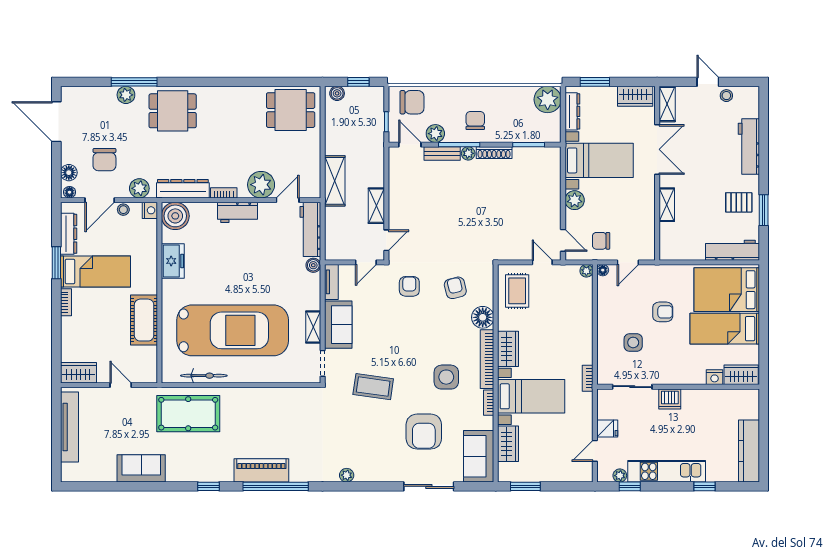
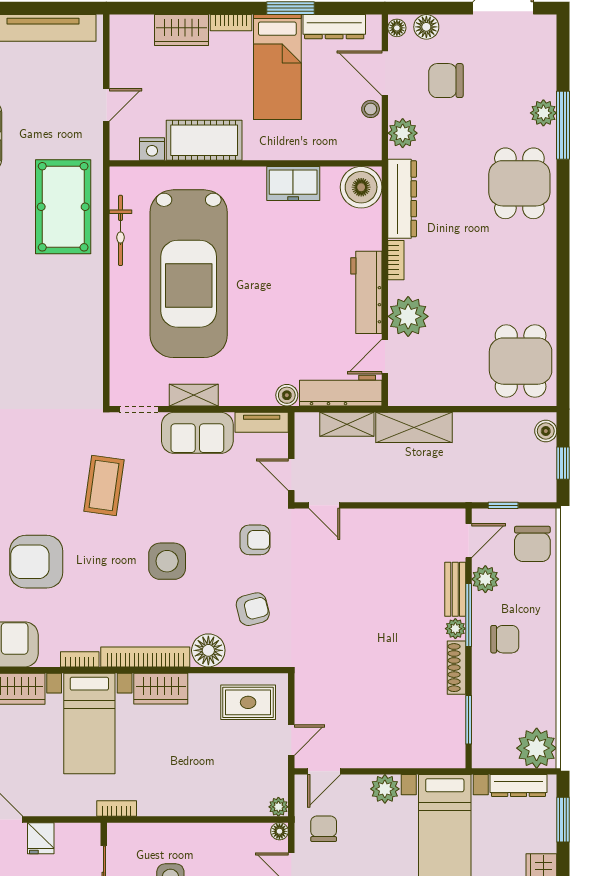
door: (288, 200) -> (385, 356), swing flipped
shelving: (376, 206) -> (347, 424), moved
nightstand: (150, 210) -> (152, 149), moved
workbench: (238, 212) -> (366, 292), width x1.38
wardrobe: (78, 373) -> (182, 30), moved, turned 90
side table: (446, 377) -> (167, 561), moved

